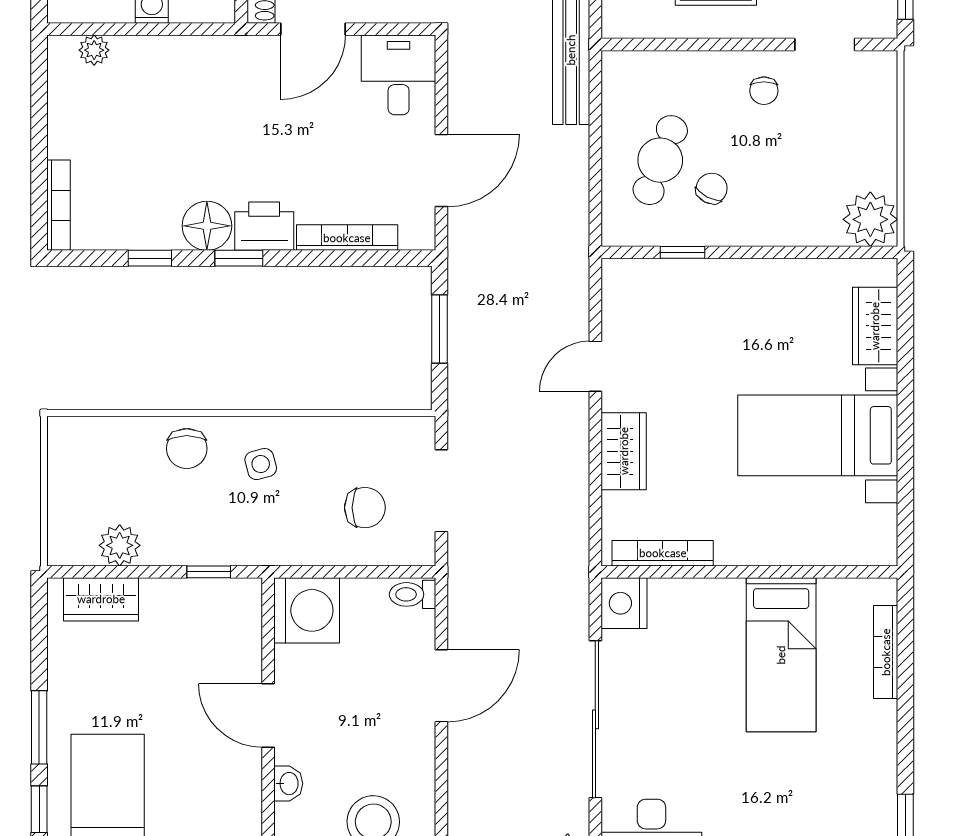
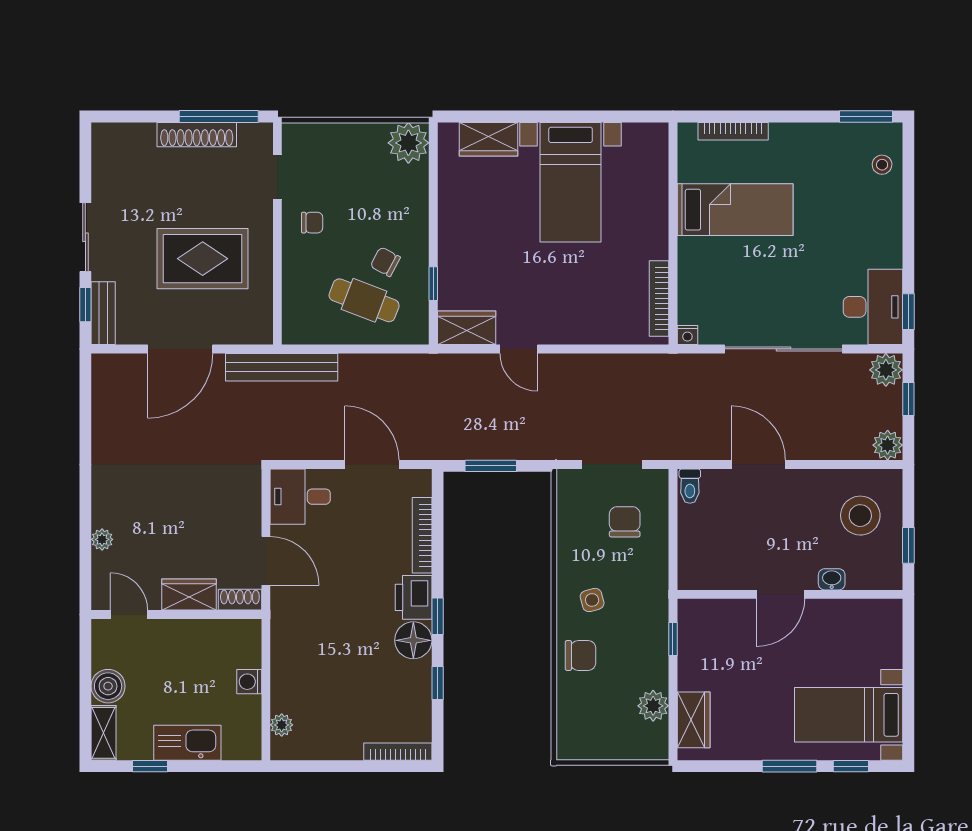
wardrobe: (624, 451) -> (467, 328), moved
nightstand: (624, 603) -> (687, 335), width x0.53, depth x0.56
washing machine: (307, 610) -> (702, 565), removed

